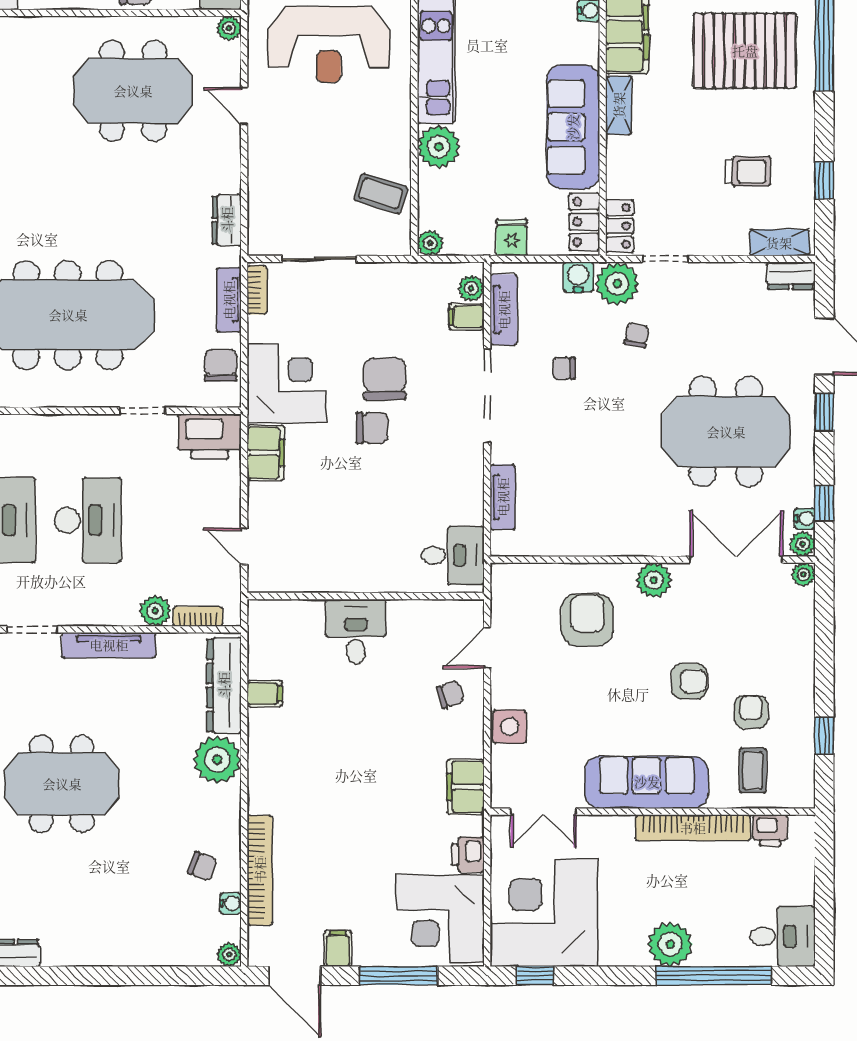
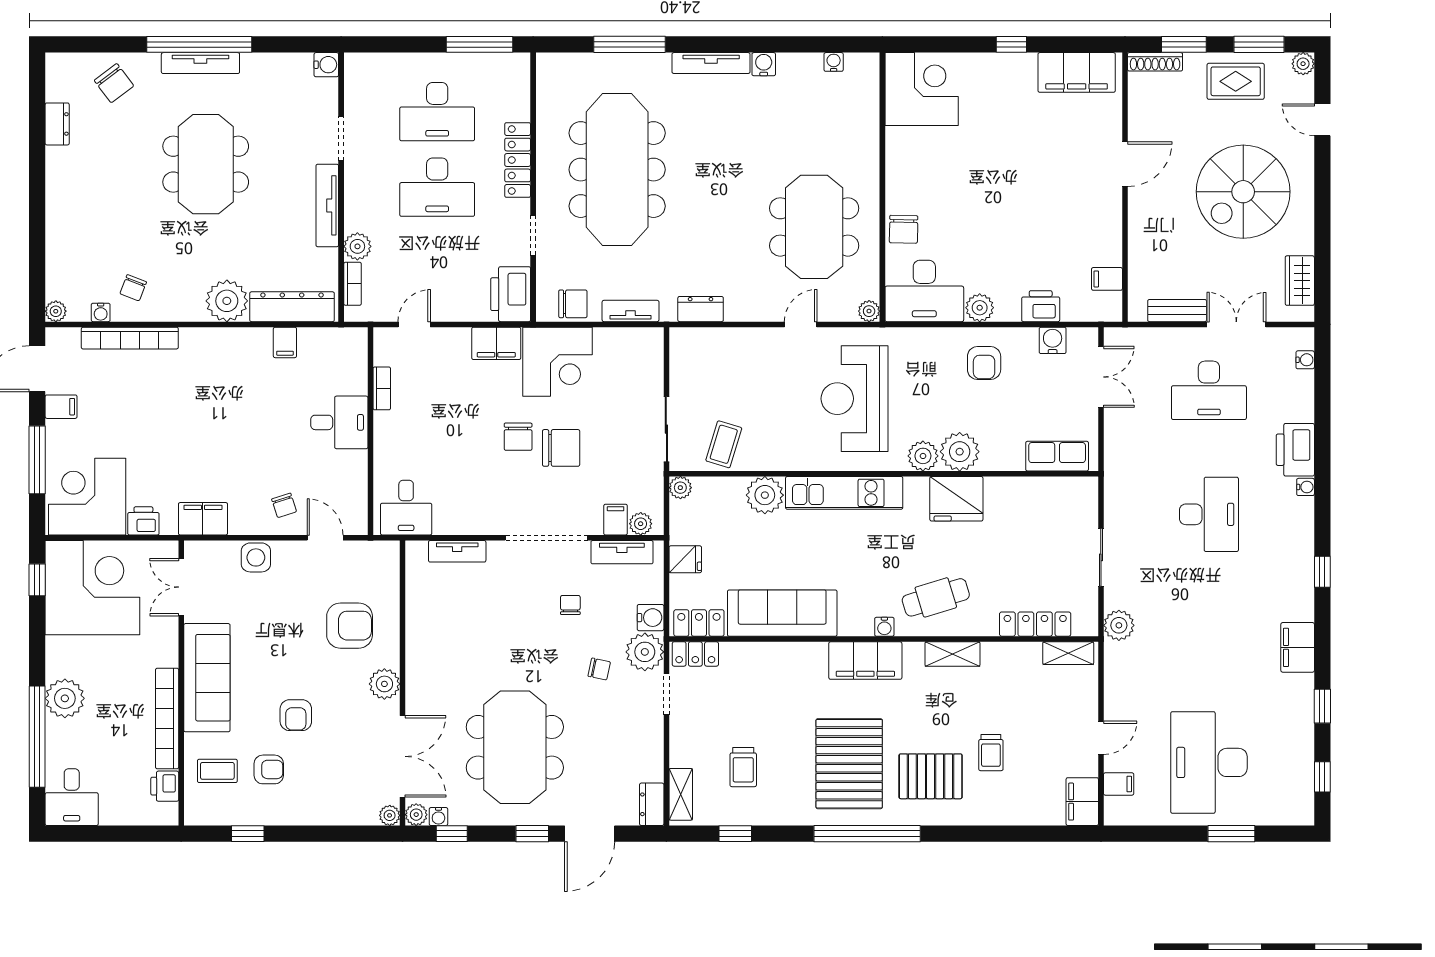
shelving: (619, 105) -> (801, 653), removed
sliding door: (319, 259) -> (666, 429), moved
bookcase: (257, 290) -> (382, 388), moved, turned -90
locker: (57, 428) -> (518, 160), added

